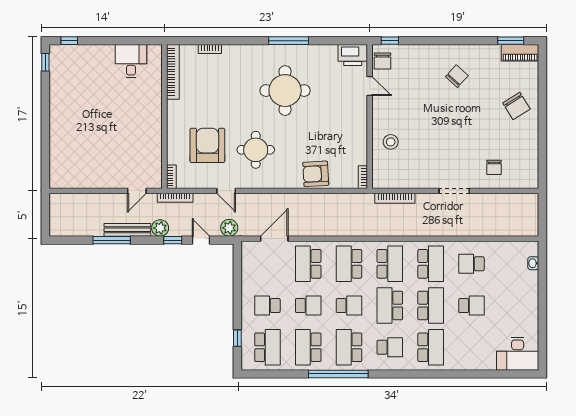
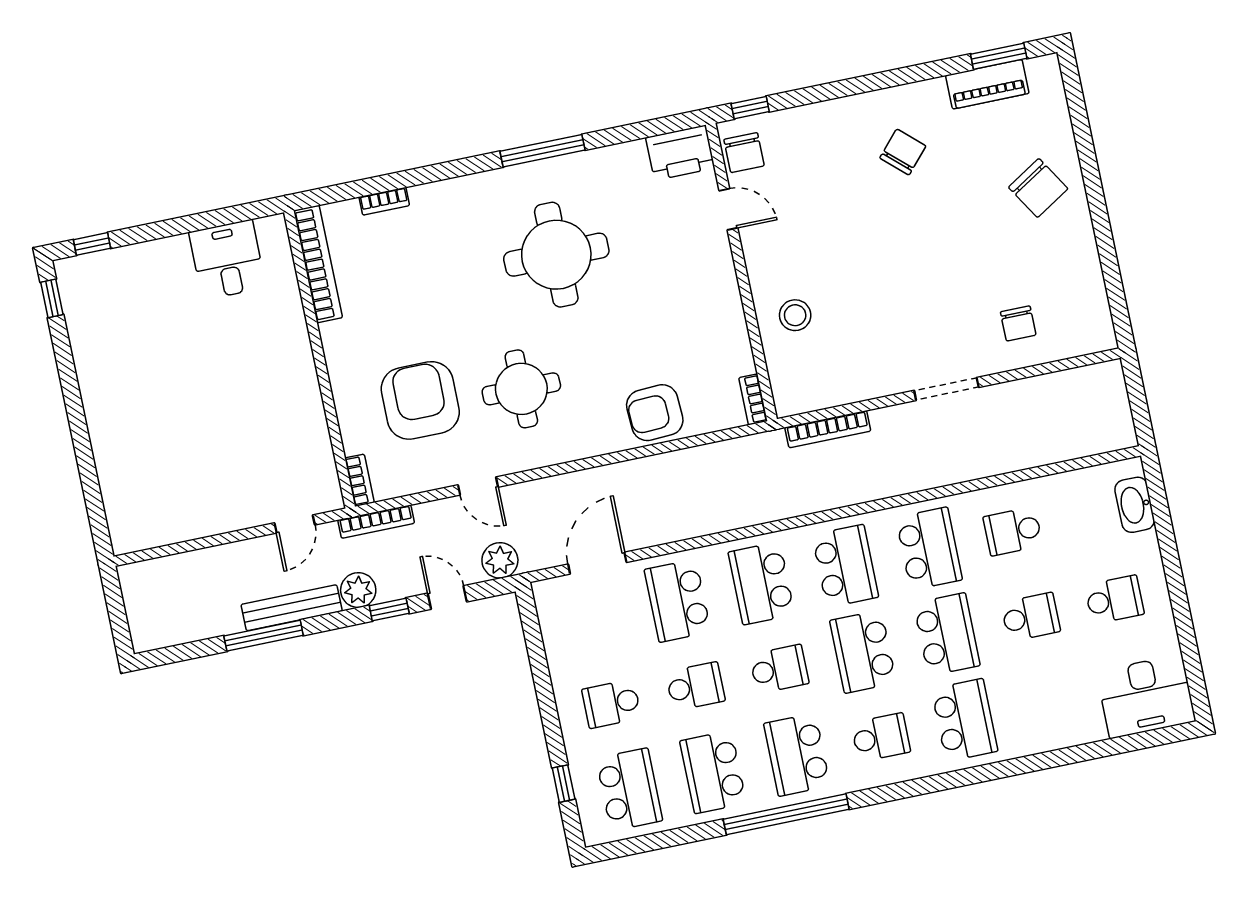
piano: (520, 53) -> (987, 84), moved
washbasin: (533, 263) -> (1135, 505), width x1.91, depth x1.45
school desk: (512, 306) -> (1114, 600), added

